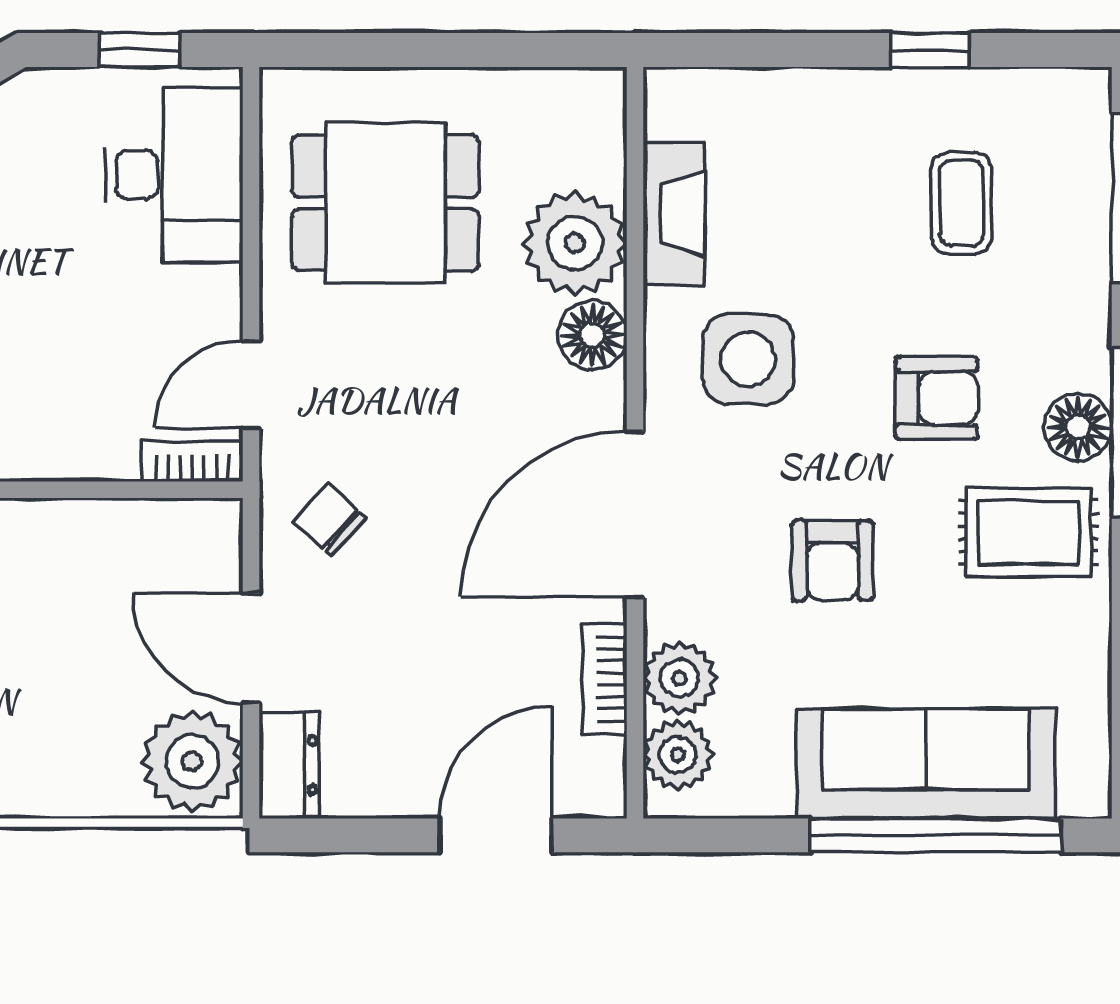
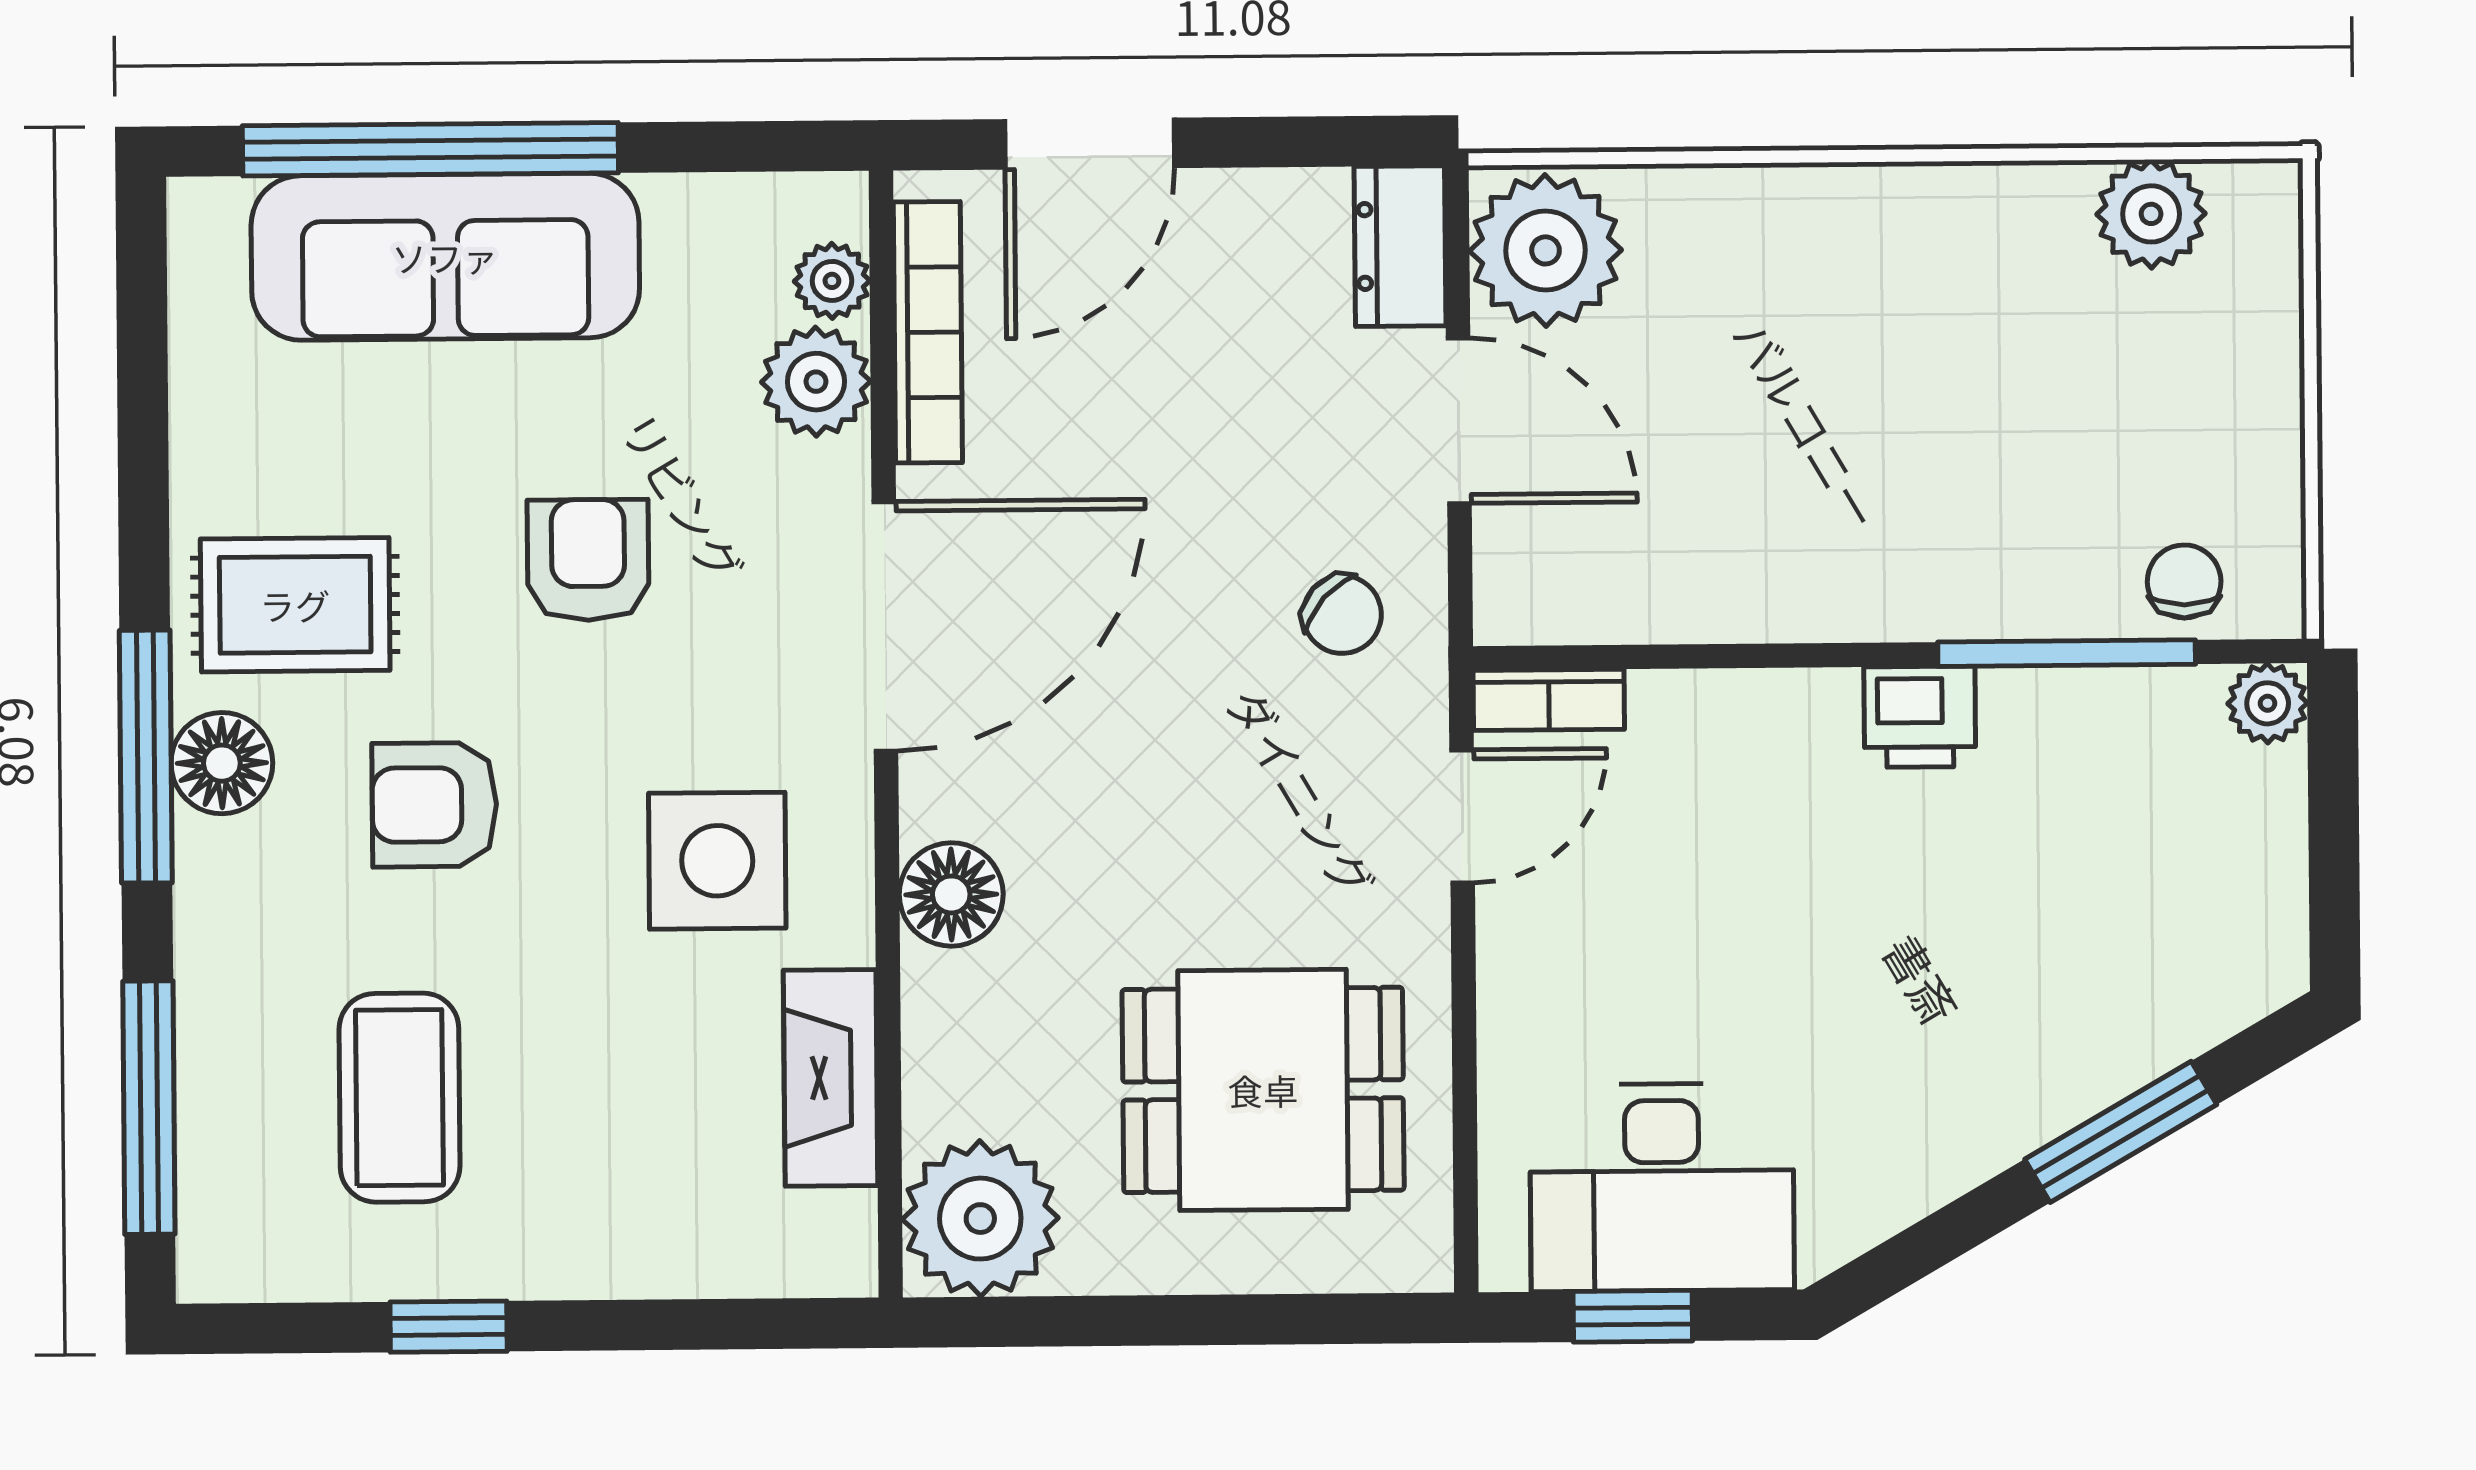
desk: (174, 175) -> (1662, 1187), moved, turned -90
coffee table: (962, 203) -> (399, 1098), width x1.36, depth x1.30
plant: (575, 243) -> (980, 1219), moved
bookcase: (605, 679) -> (928, 332), width x1.56
plant: (678, 755) -> (832, 281), width x0.73, depth x0.73

